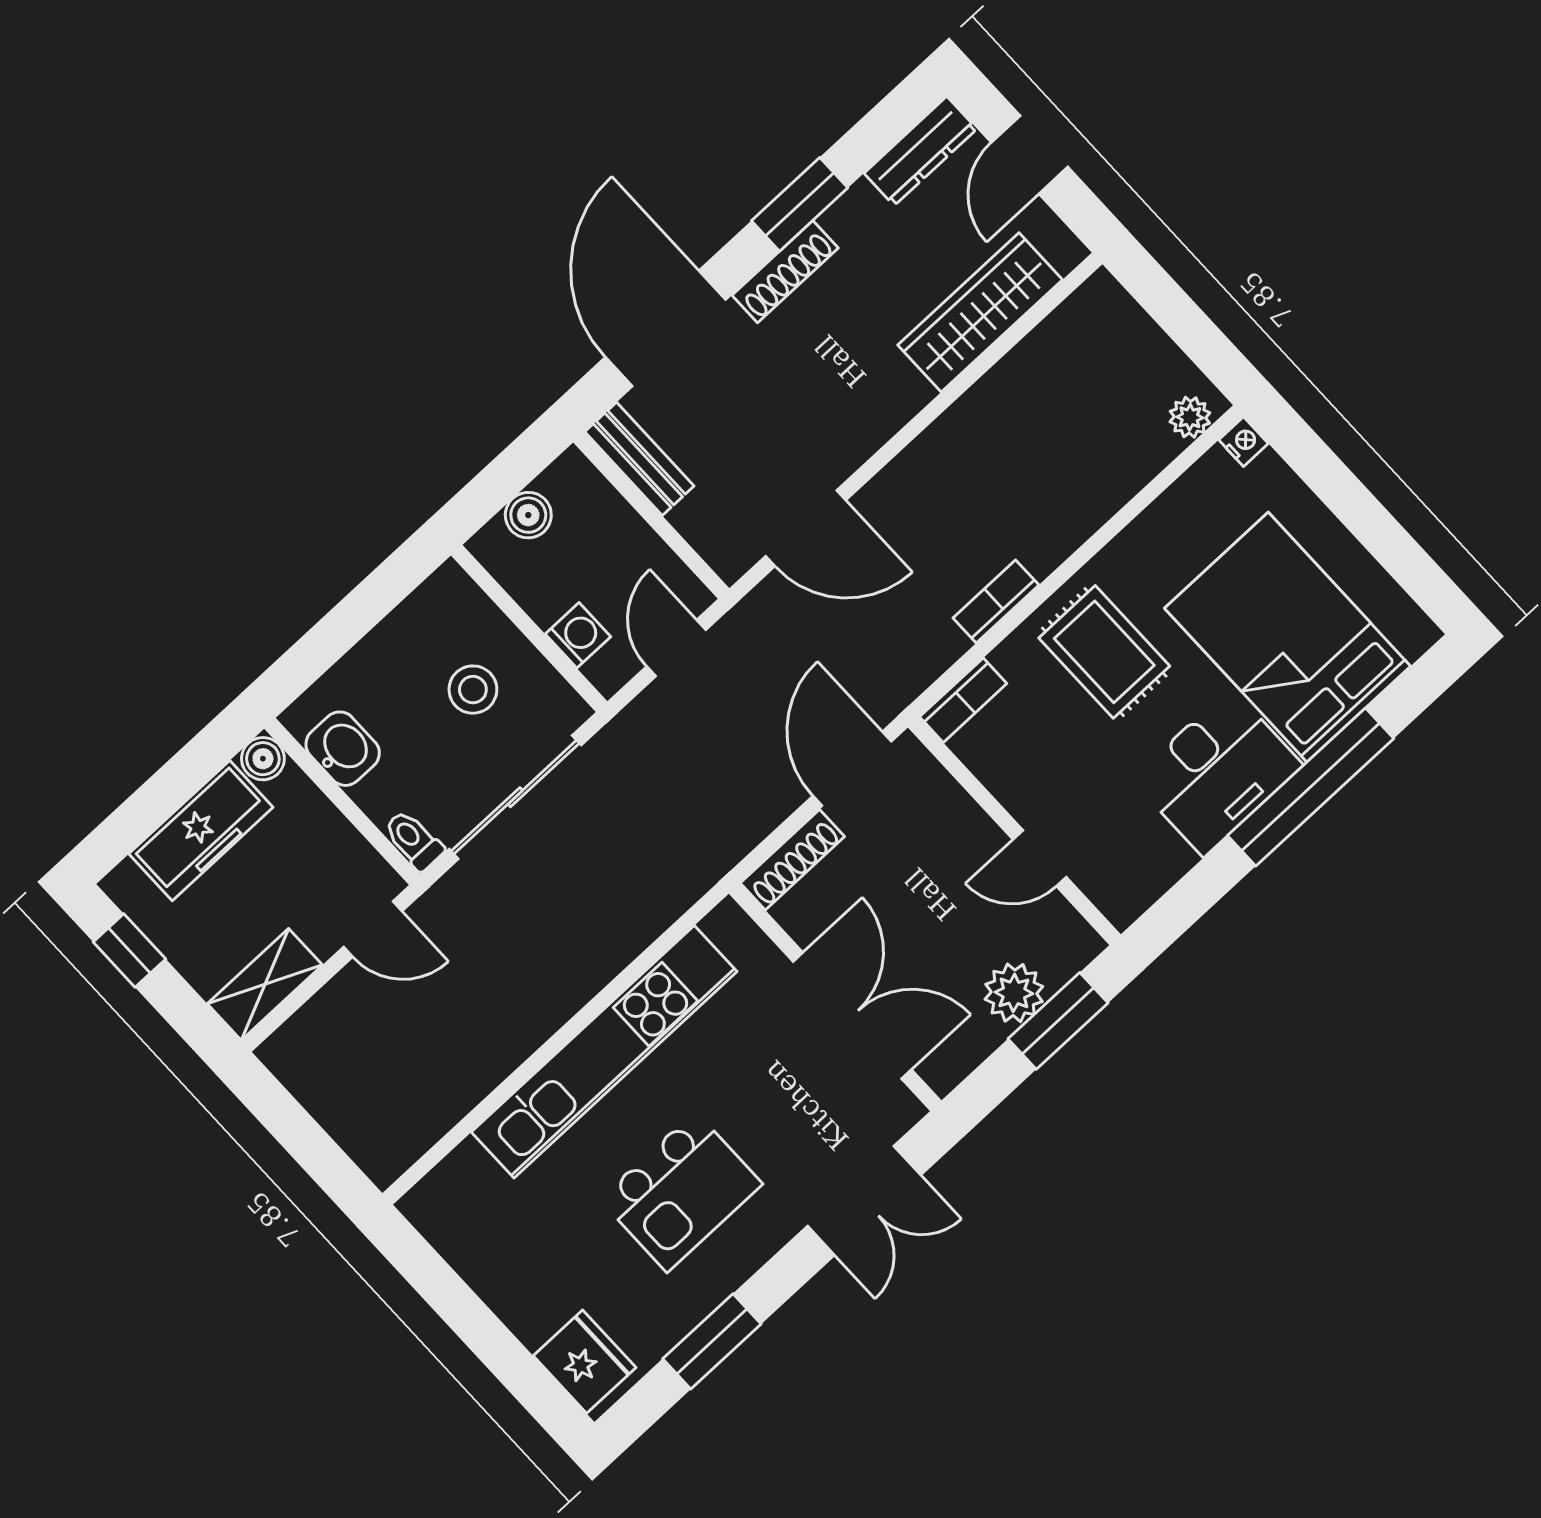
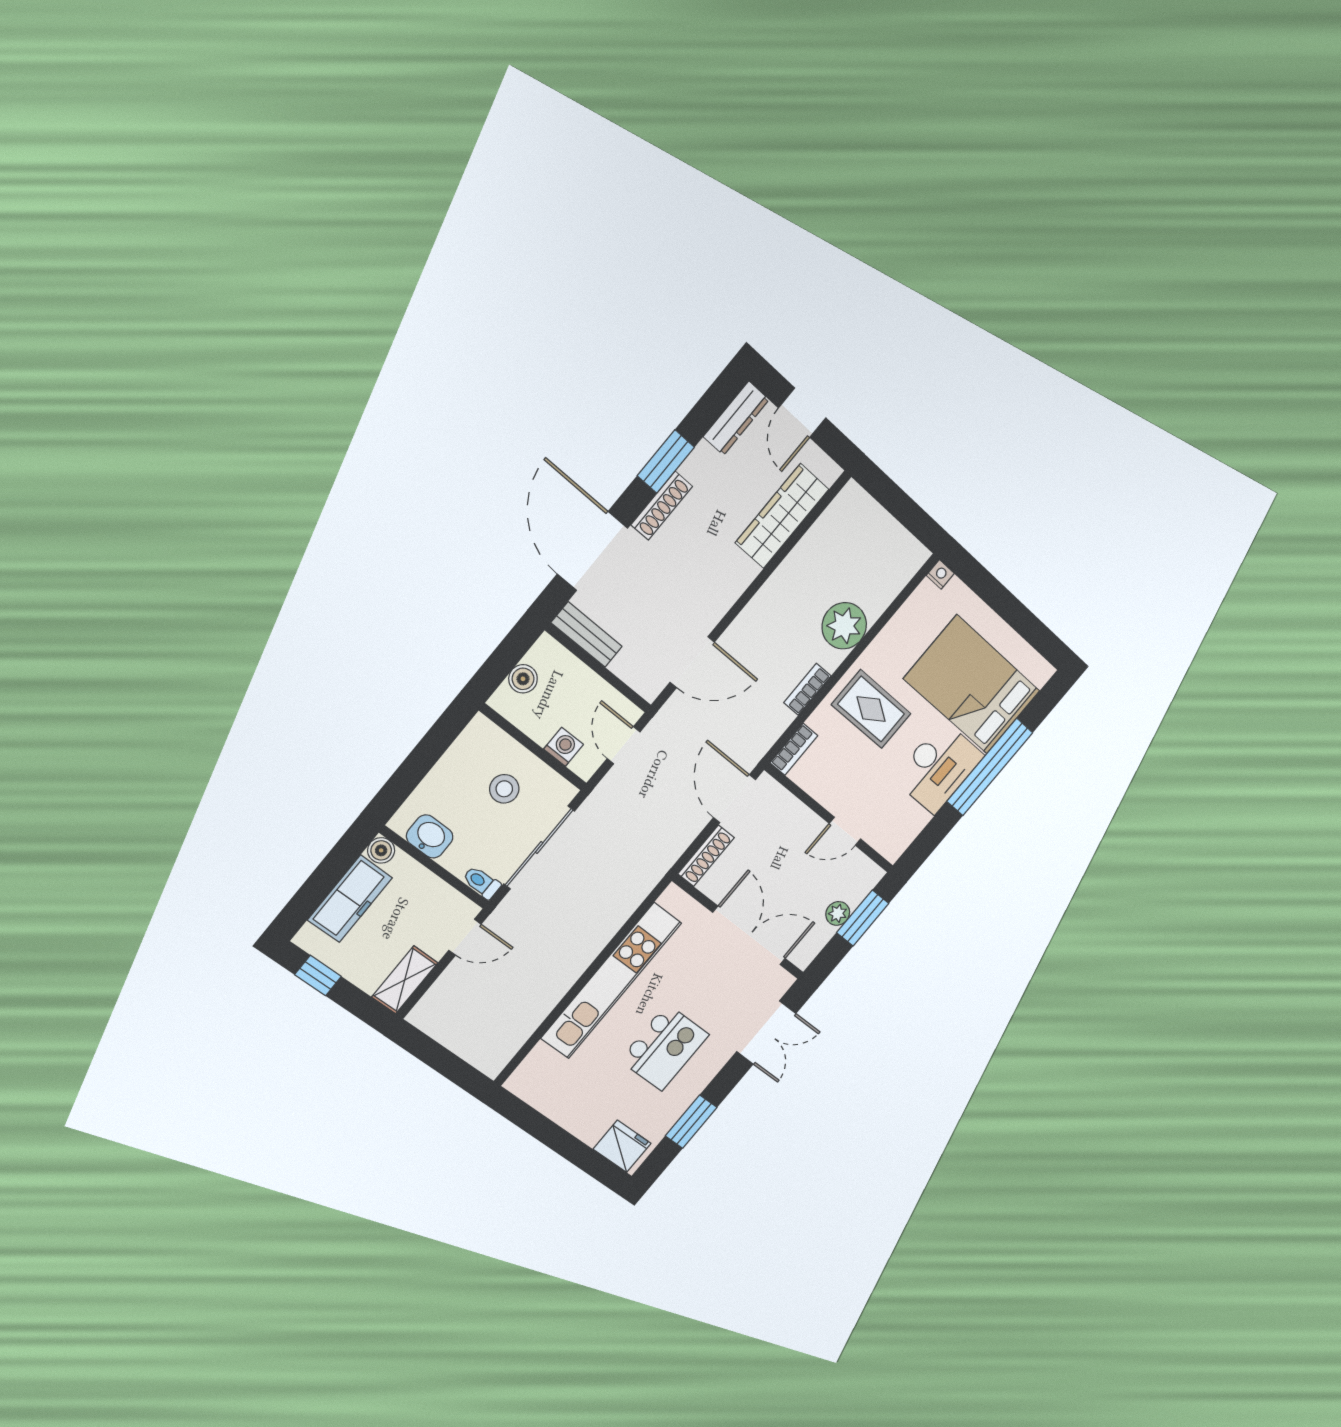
plant: (1190, 417) -> (844, 626), moved, width x1.87, depth x1.87
plant: (1014, 993) -> (838, 913), width x0.73, depth x0.73

